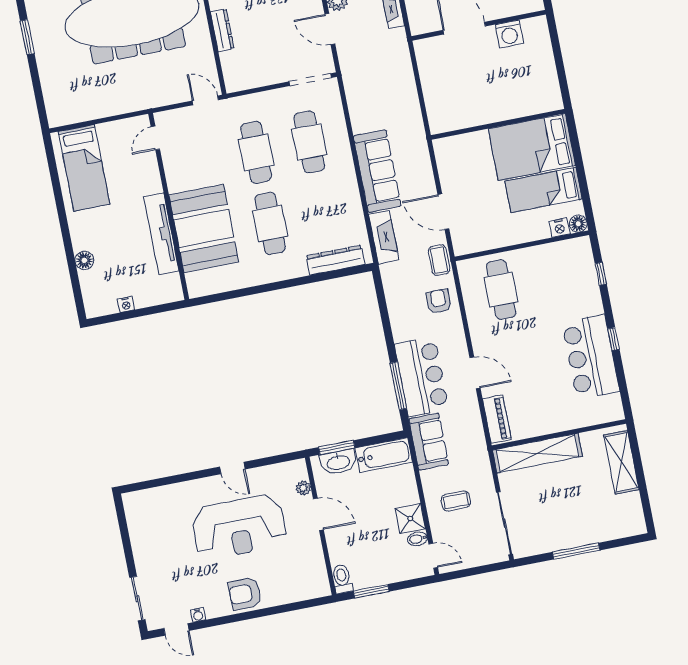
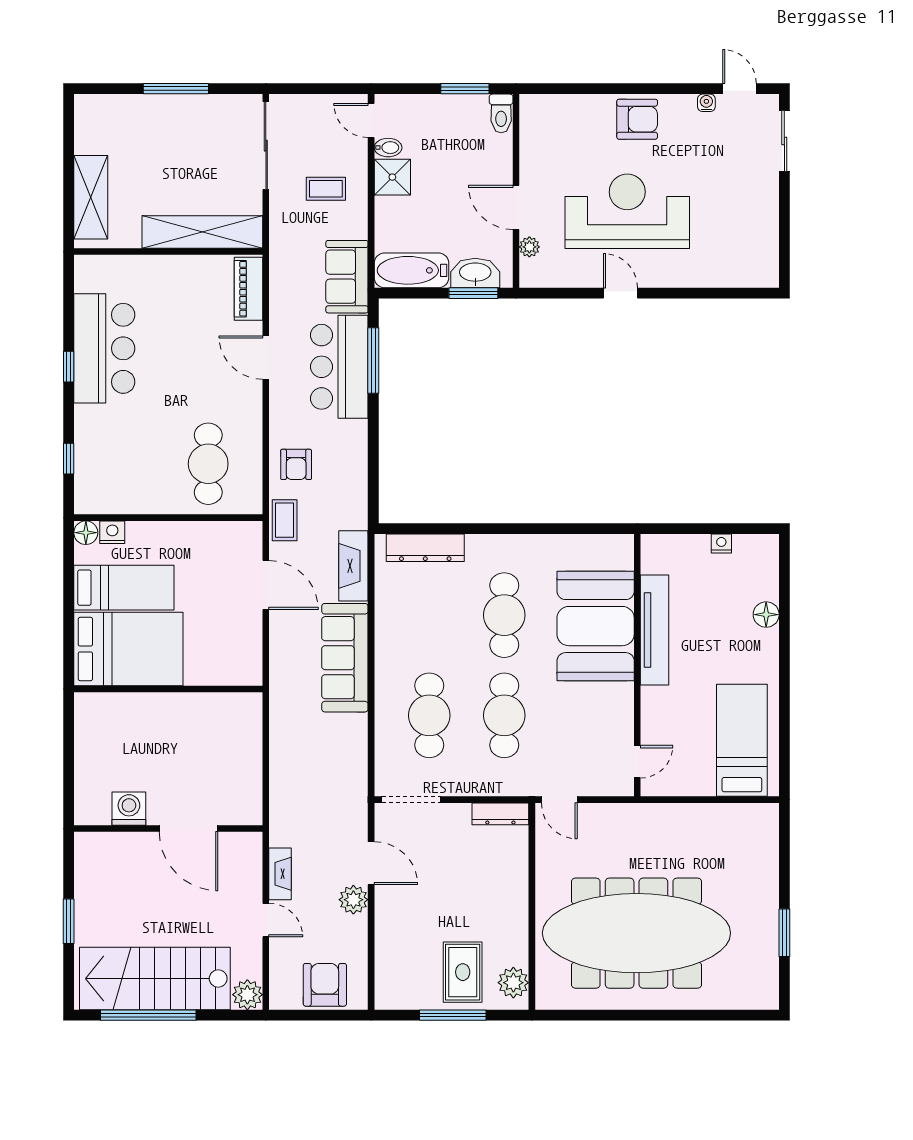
dresser: (222, 30) -> (500, 814), moved, turned -90

